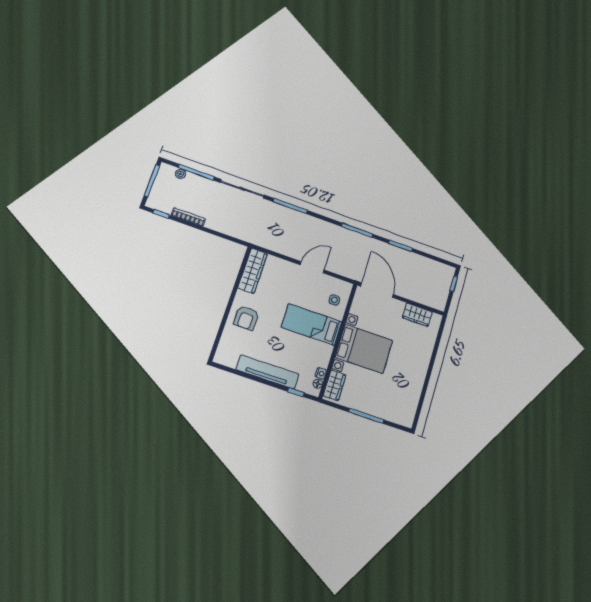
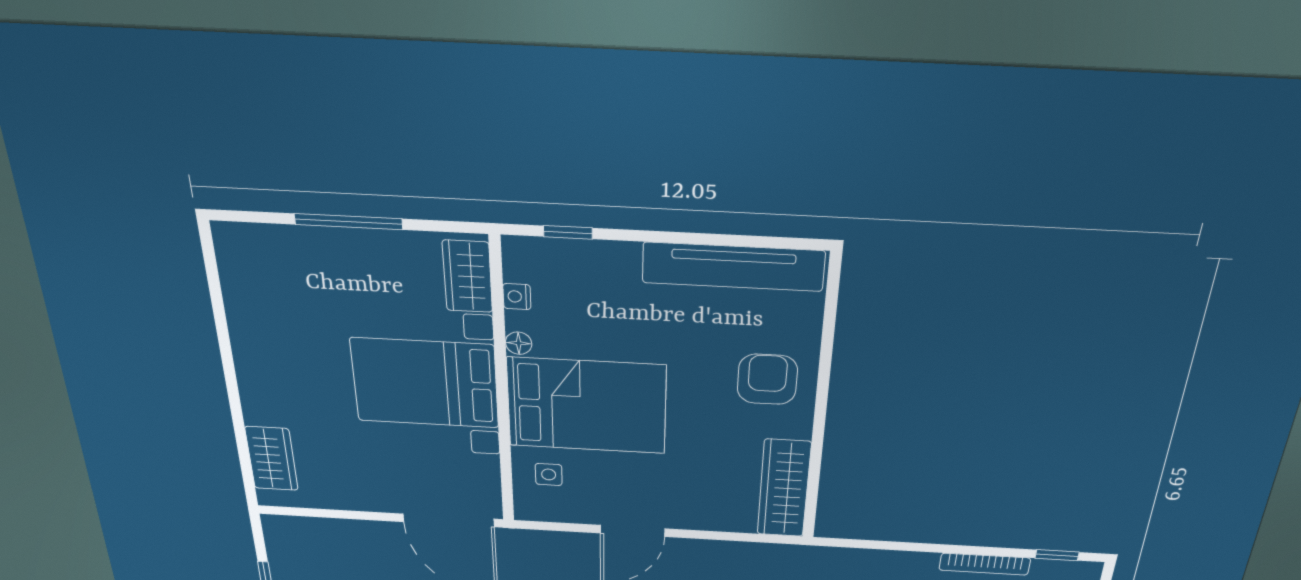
wardrobe: (417, 315) -> (272, 459), moved, turned 90
bed: (312, 325) -> (587, 406), width x1.50
tv unit: (267, 372) -> (733, 267), moved
floor lamp: (318, 384) -> (519, 343), moved

